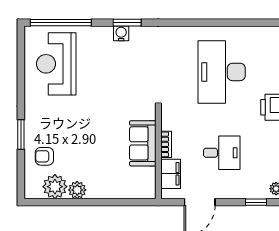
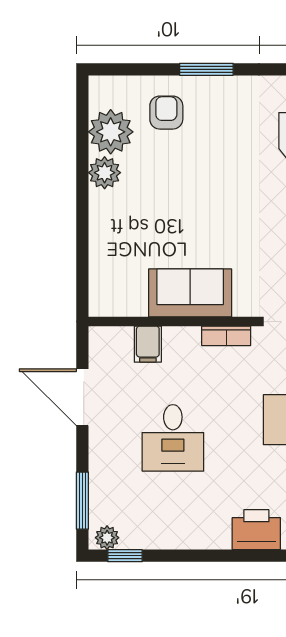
bookcase: (166, 144) -> (226, 336), moved
filing cabinet: (171, 174) -> (148, 344), width x0.50
window: (256, 202) -> (82, 501), width x1.50

